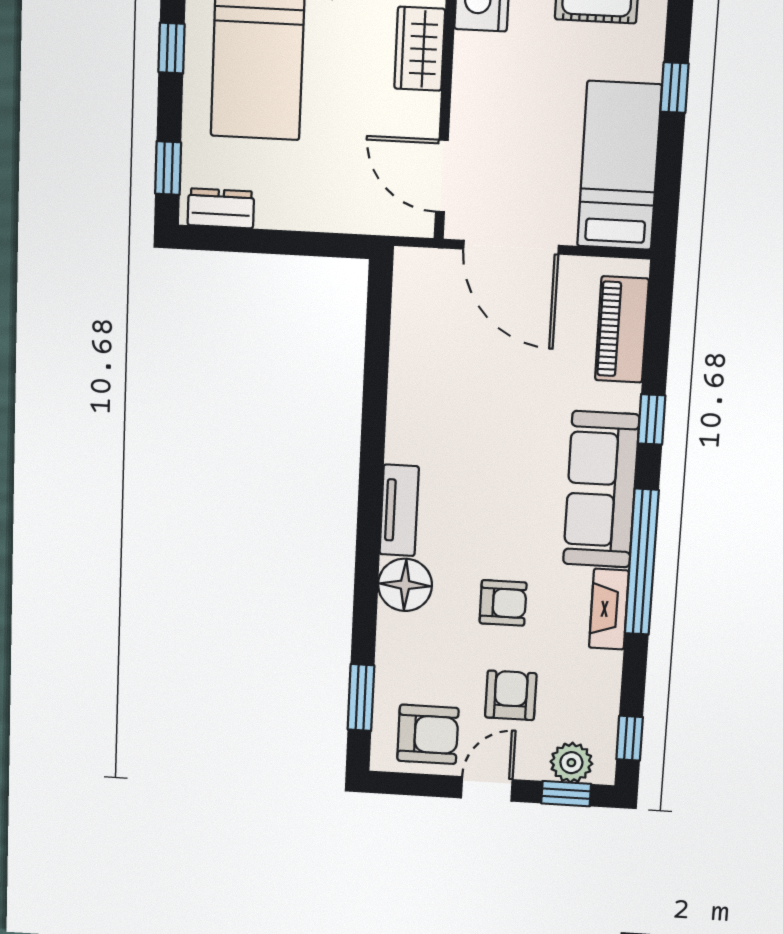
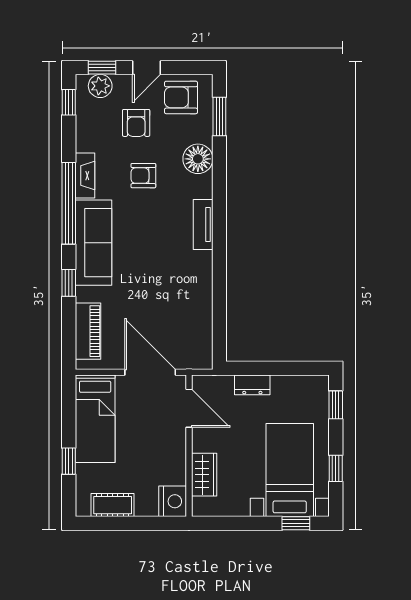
dresser: (221, 208) -> (252, 385), moved
floor lamp: (405, 585) -> (198, 159), moved

